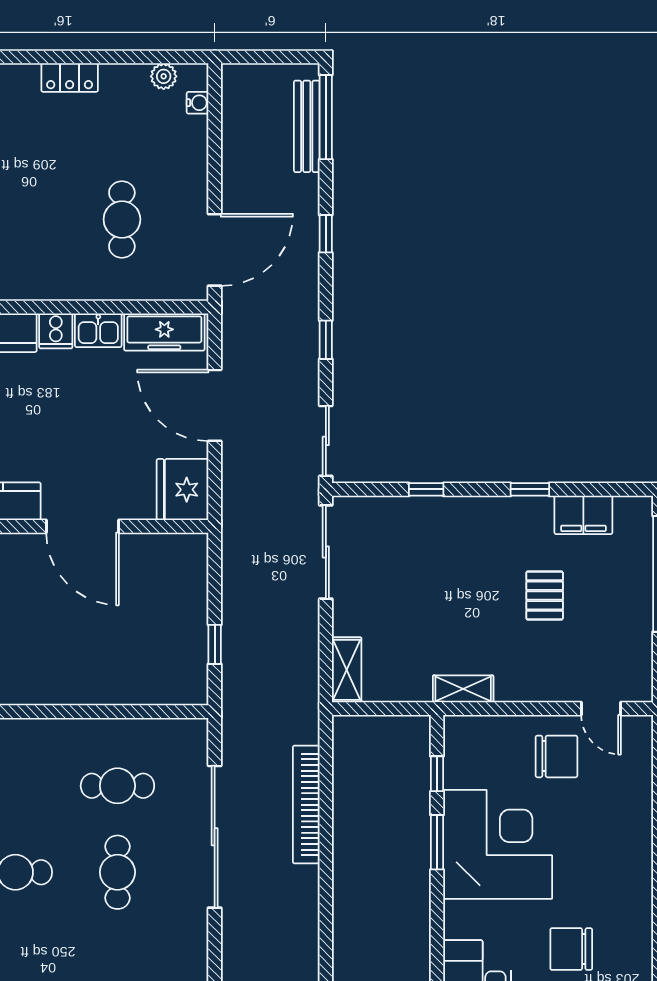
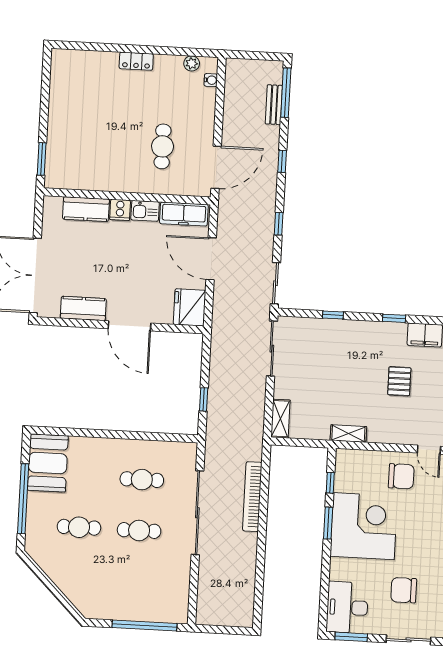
bench: (307, 126) -> (274, 105), width x0.73
cafe table: (117, 872) -> (139, 530), turned 90

